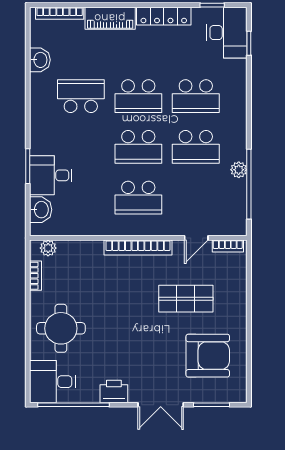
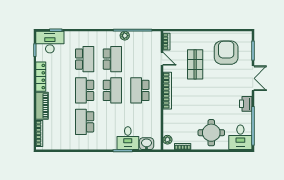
washbasin: (40, 60) -> (65, 144), removed
school desk: (138, 96) -> (85, 90), turned 180
school desk: (138, 198) -> (140, 90), turned 180

